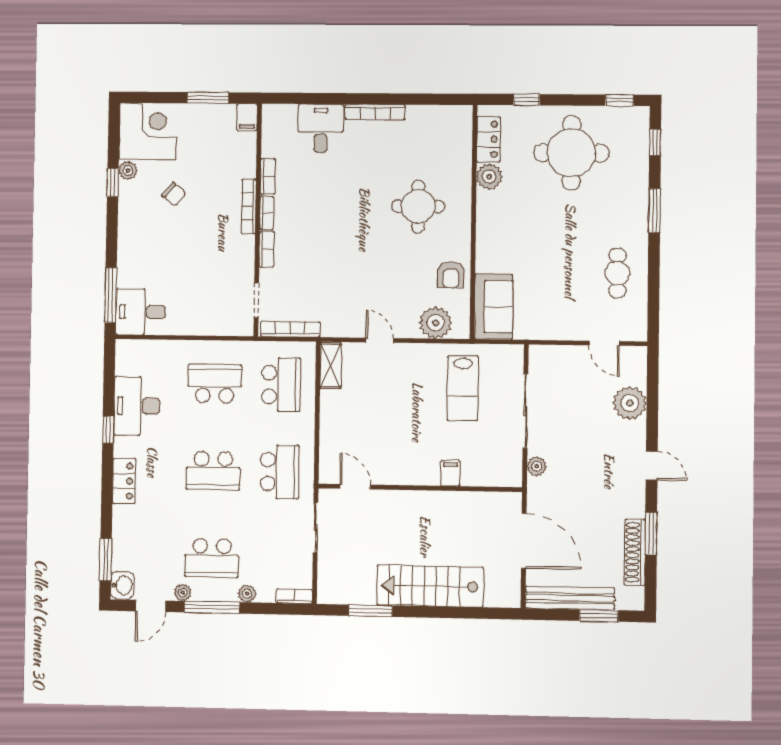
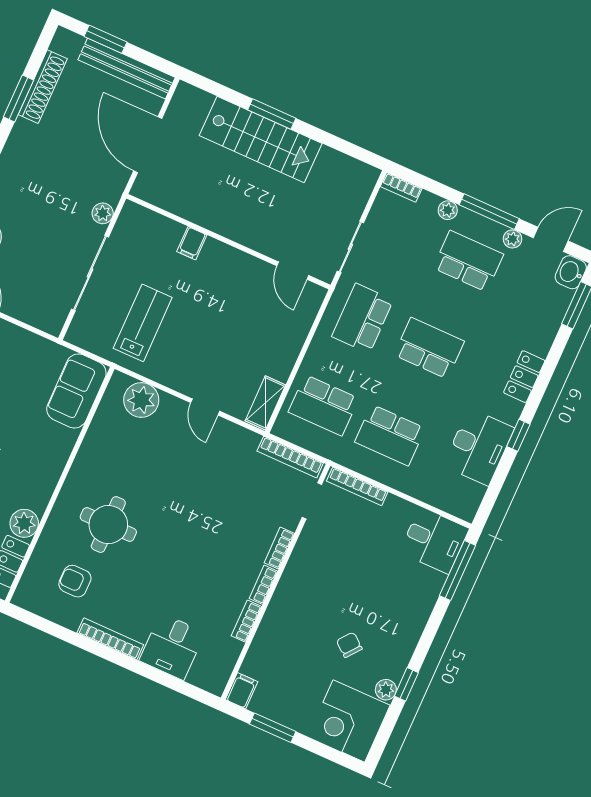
bookcase: (249, 206) -> (357, 486), moved, turned 90
armchair: (451, 275) -> (75, 581), moved, turned -90
school desk: (281, 385) -> (323, 405), turned -90
window: (371, 611) -> (272, 114), moved

